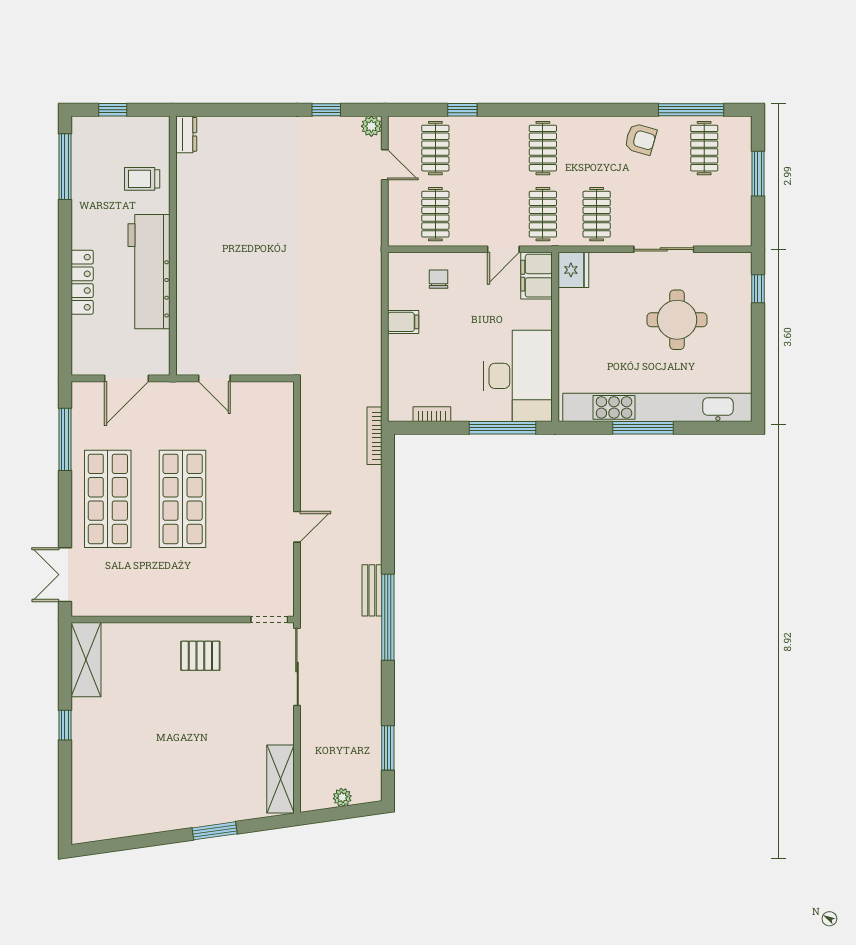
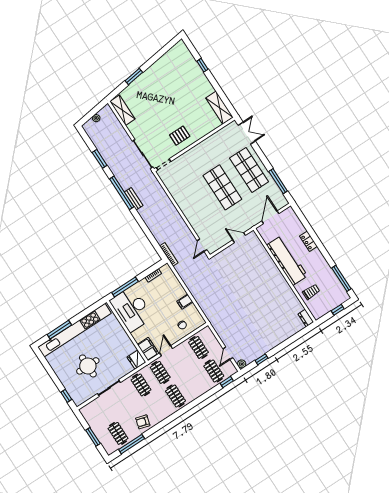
window: (462, 110) -> (227, 382), moved
door: (385, 165) -> (228, 353), hinge flipped
locker: (82, 282) -> (308, 241), width x0.66
window: (643, 428) -> (59, 330), moved
door: (297, 527) -> (202, 245), moved
window: (65, 725) -> (202, 65), moved
window: (388, 748) -> (100, 159), moved

